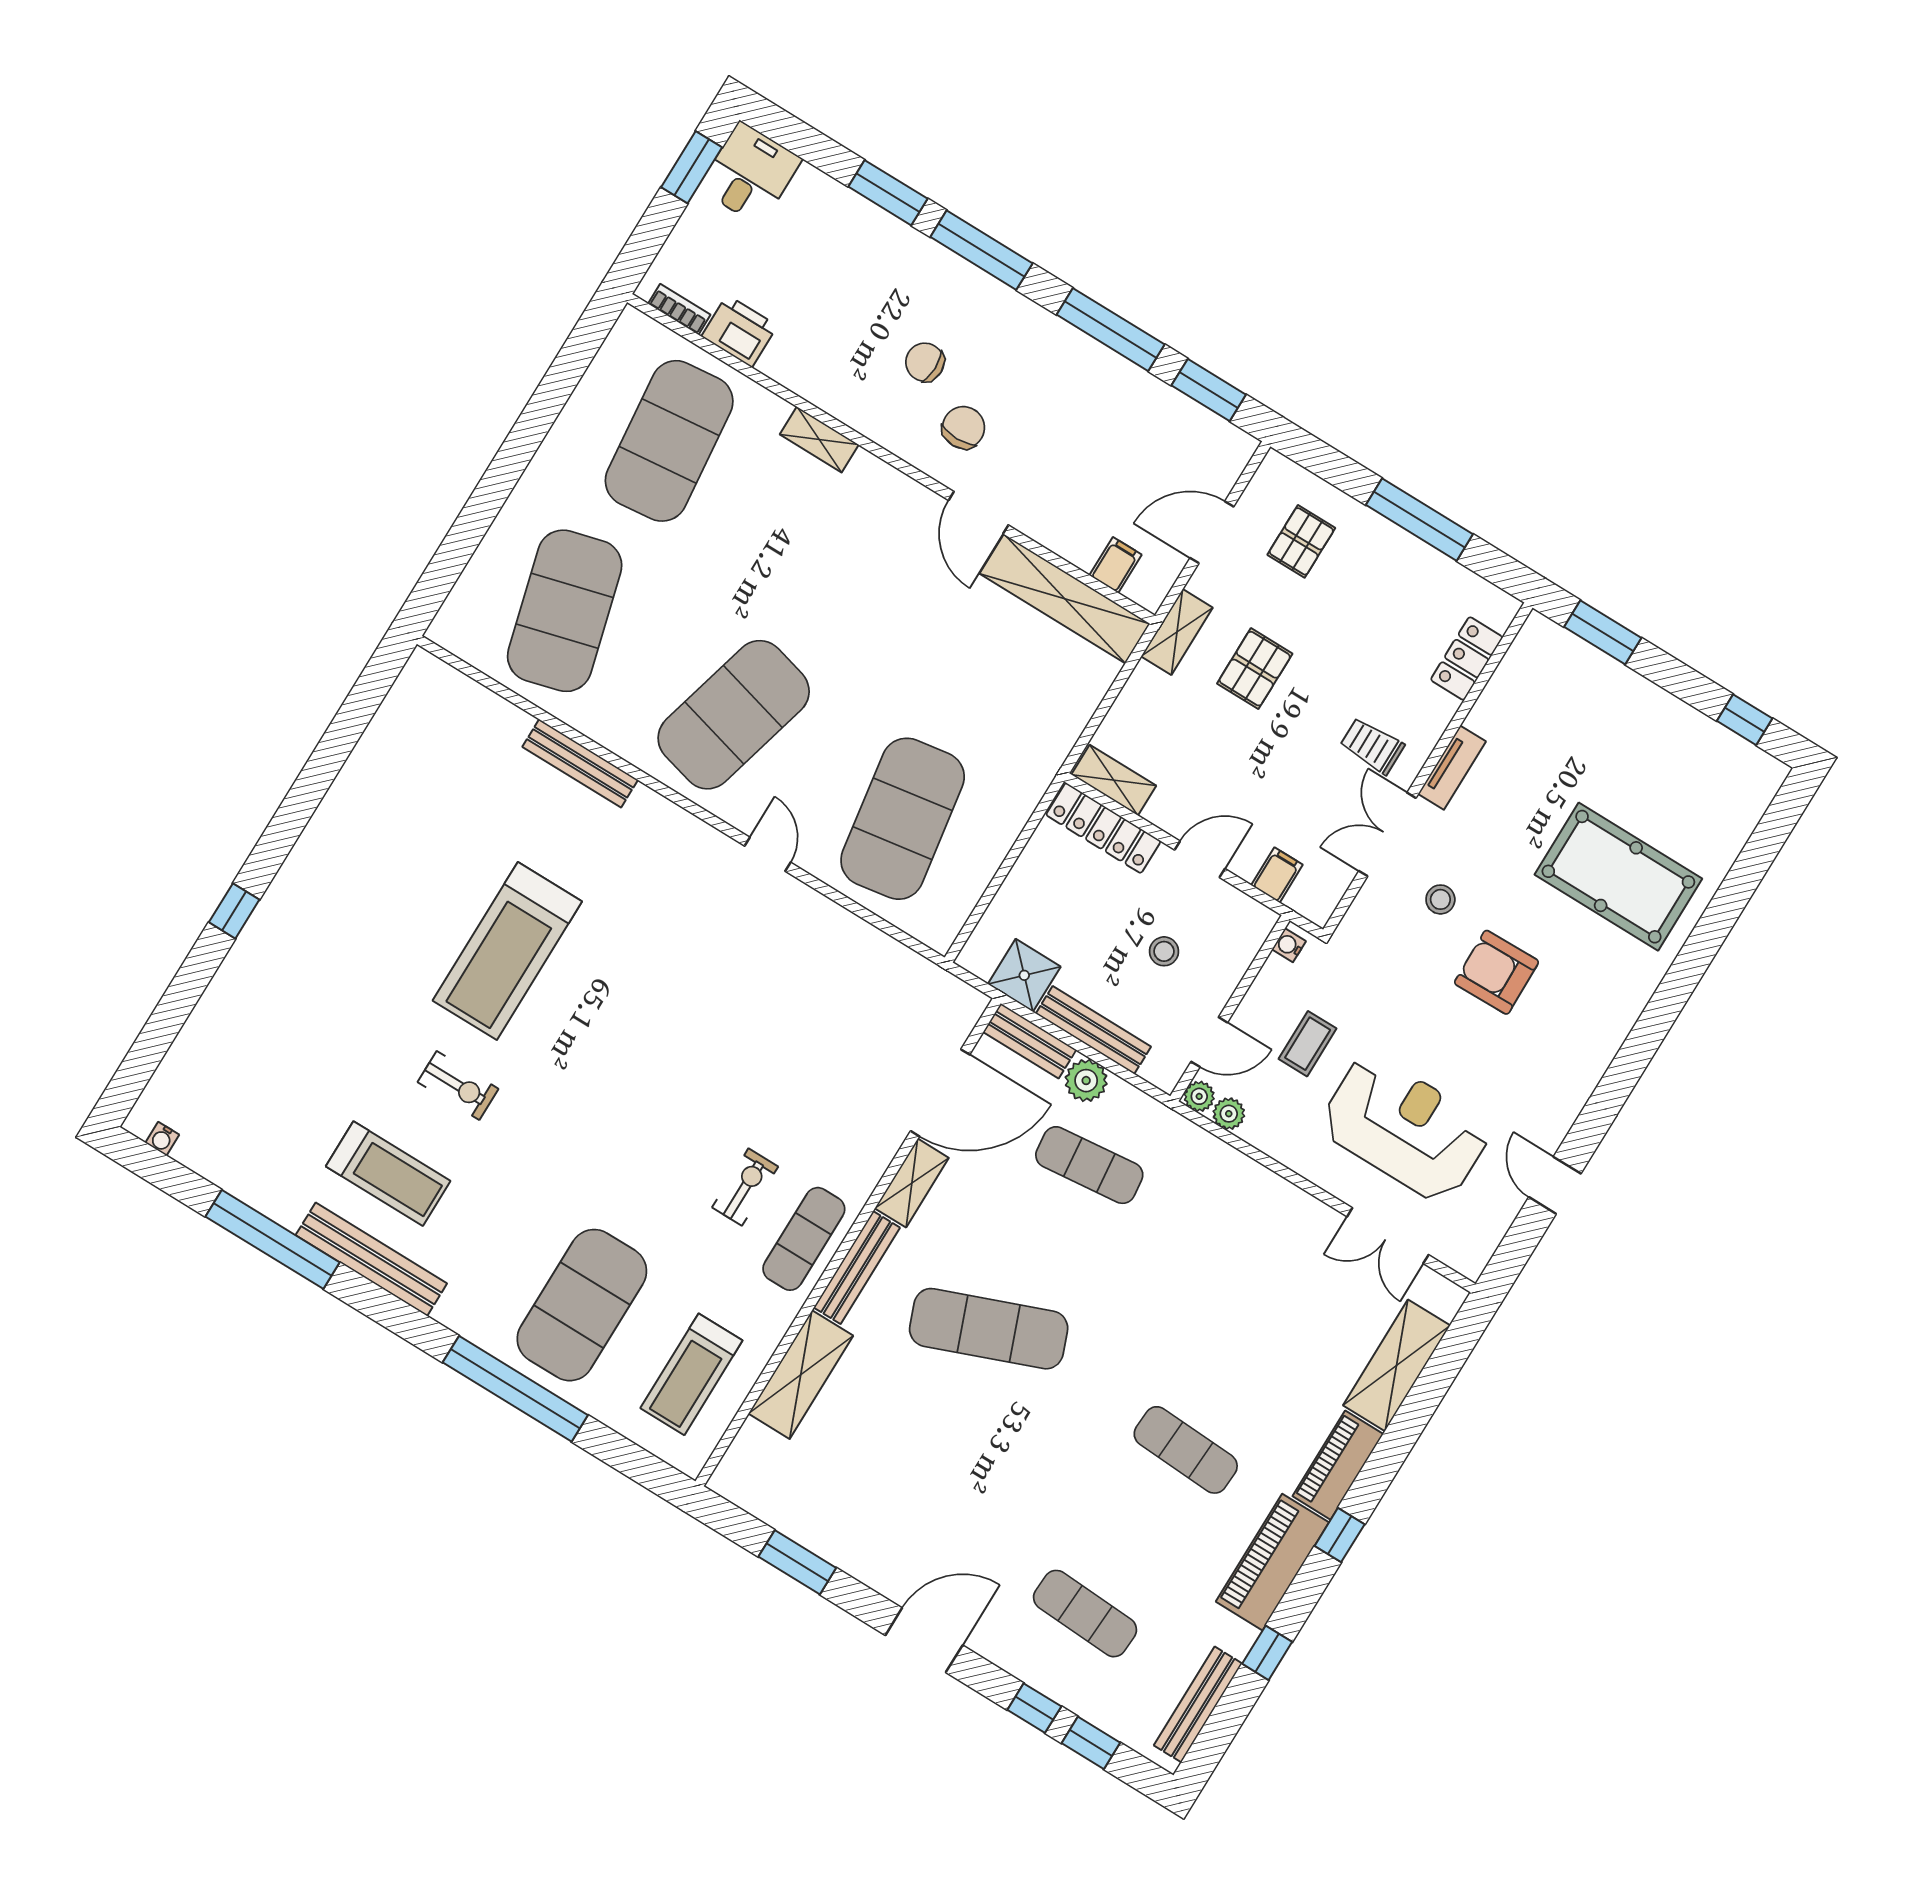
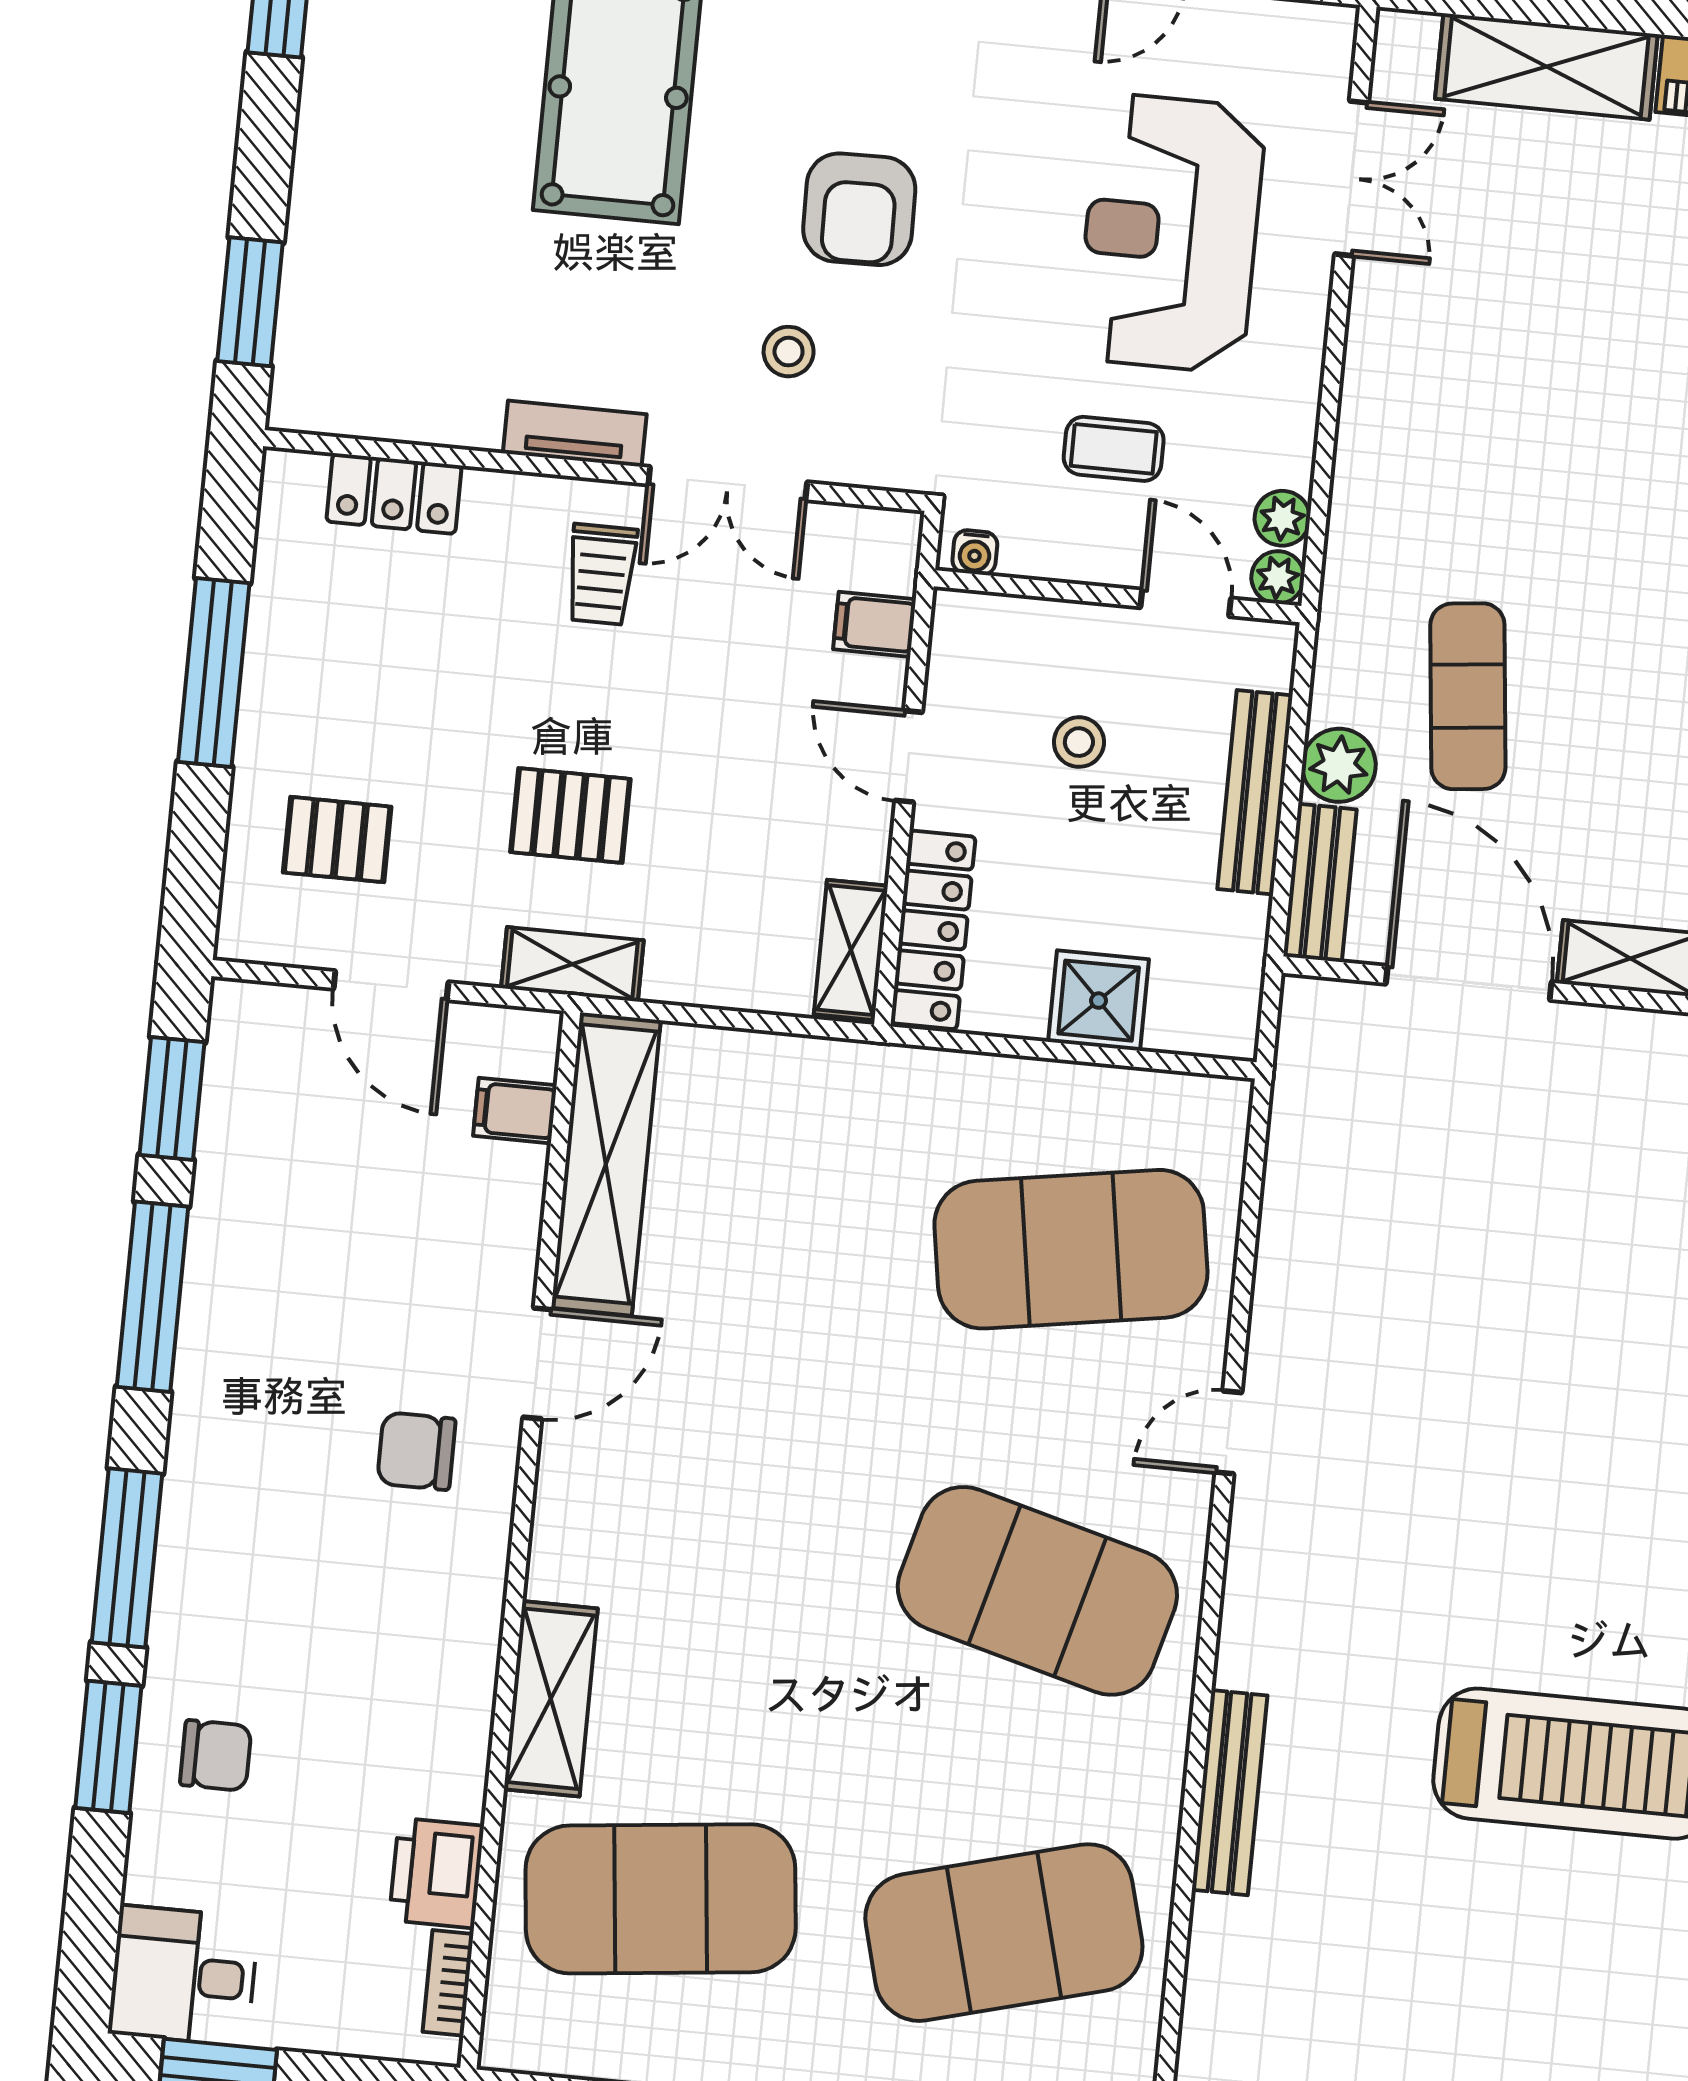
chair: (925, 362) -> (216, 1755), moved, turned -90
shelving: (819, 440) -> (551, 1699), width x1.50, depth x1.33
shower: (1024, 975) -> (1099, 1001), moved

